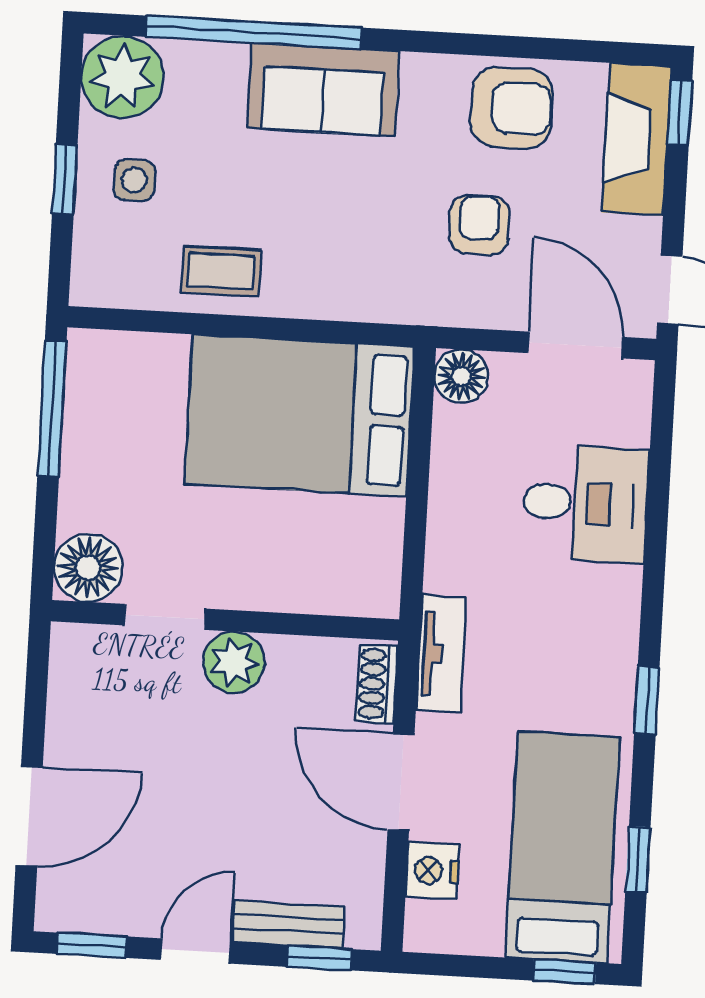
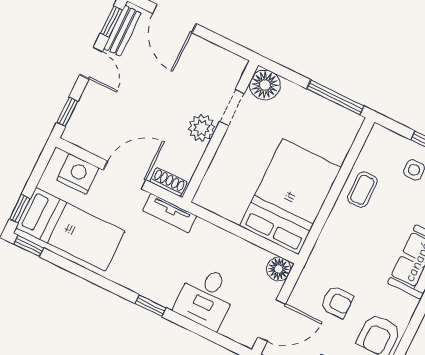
window: (647, 701) -> (150, 306), moved
window: (638, 859) -> (29, 246), moved
nightstand: (432, 870) -> (78, 174), width x1.36, depth x1.33
bench: (289, 924) -> (123, 31), moved

